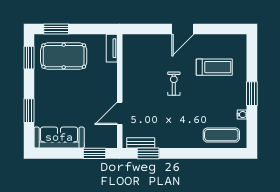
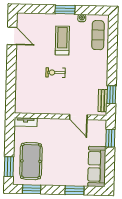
door: (183, 29) -> (12, 36), moved
treadmill: (214, 67) -> (62, 40), moved

